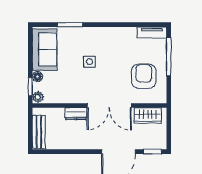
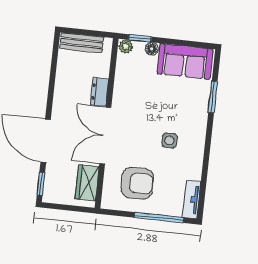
side table: (89, 62) -> (169, 140), moved

